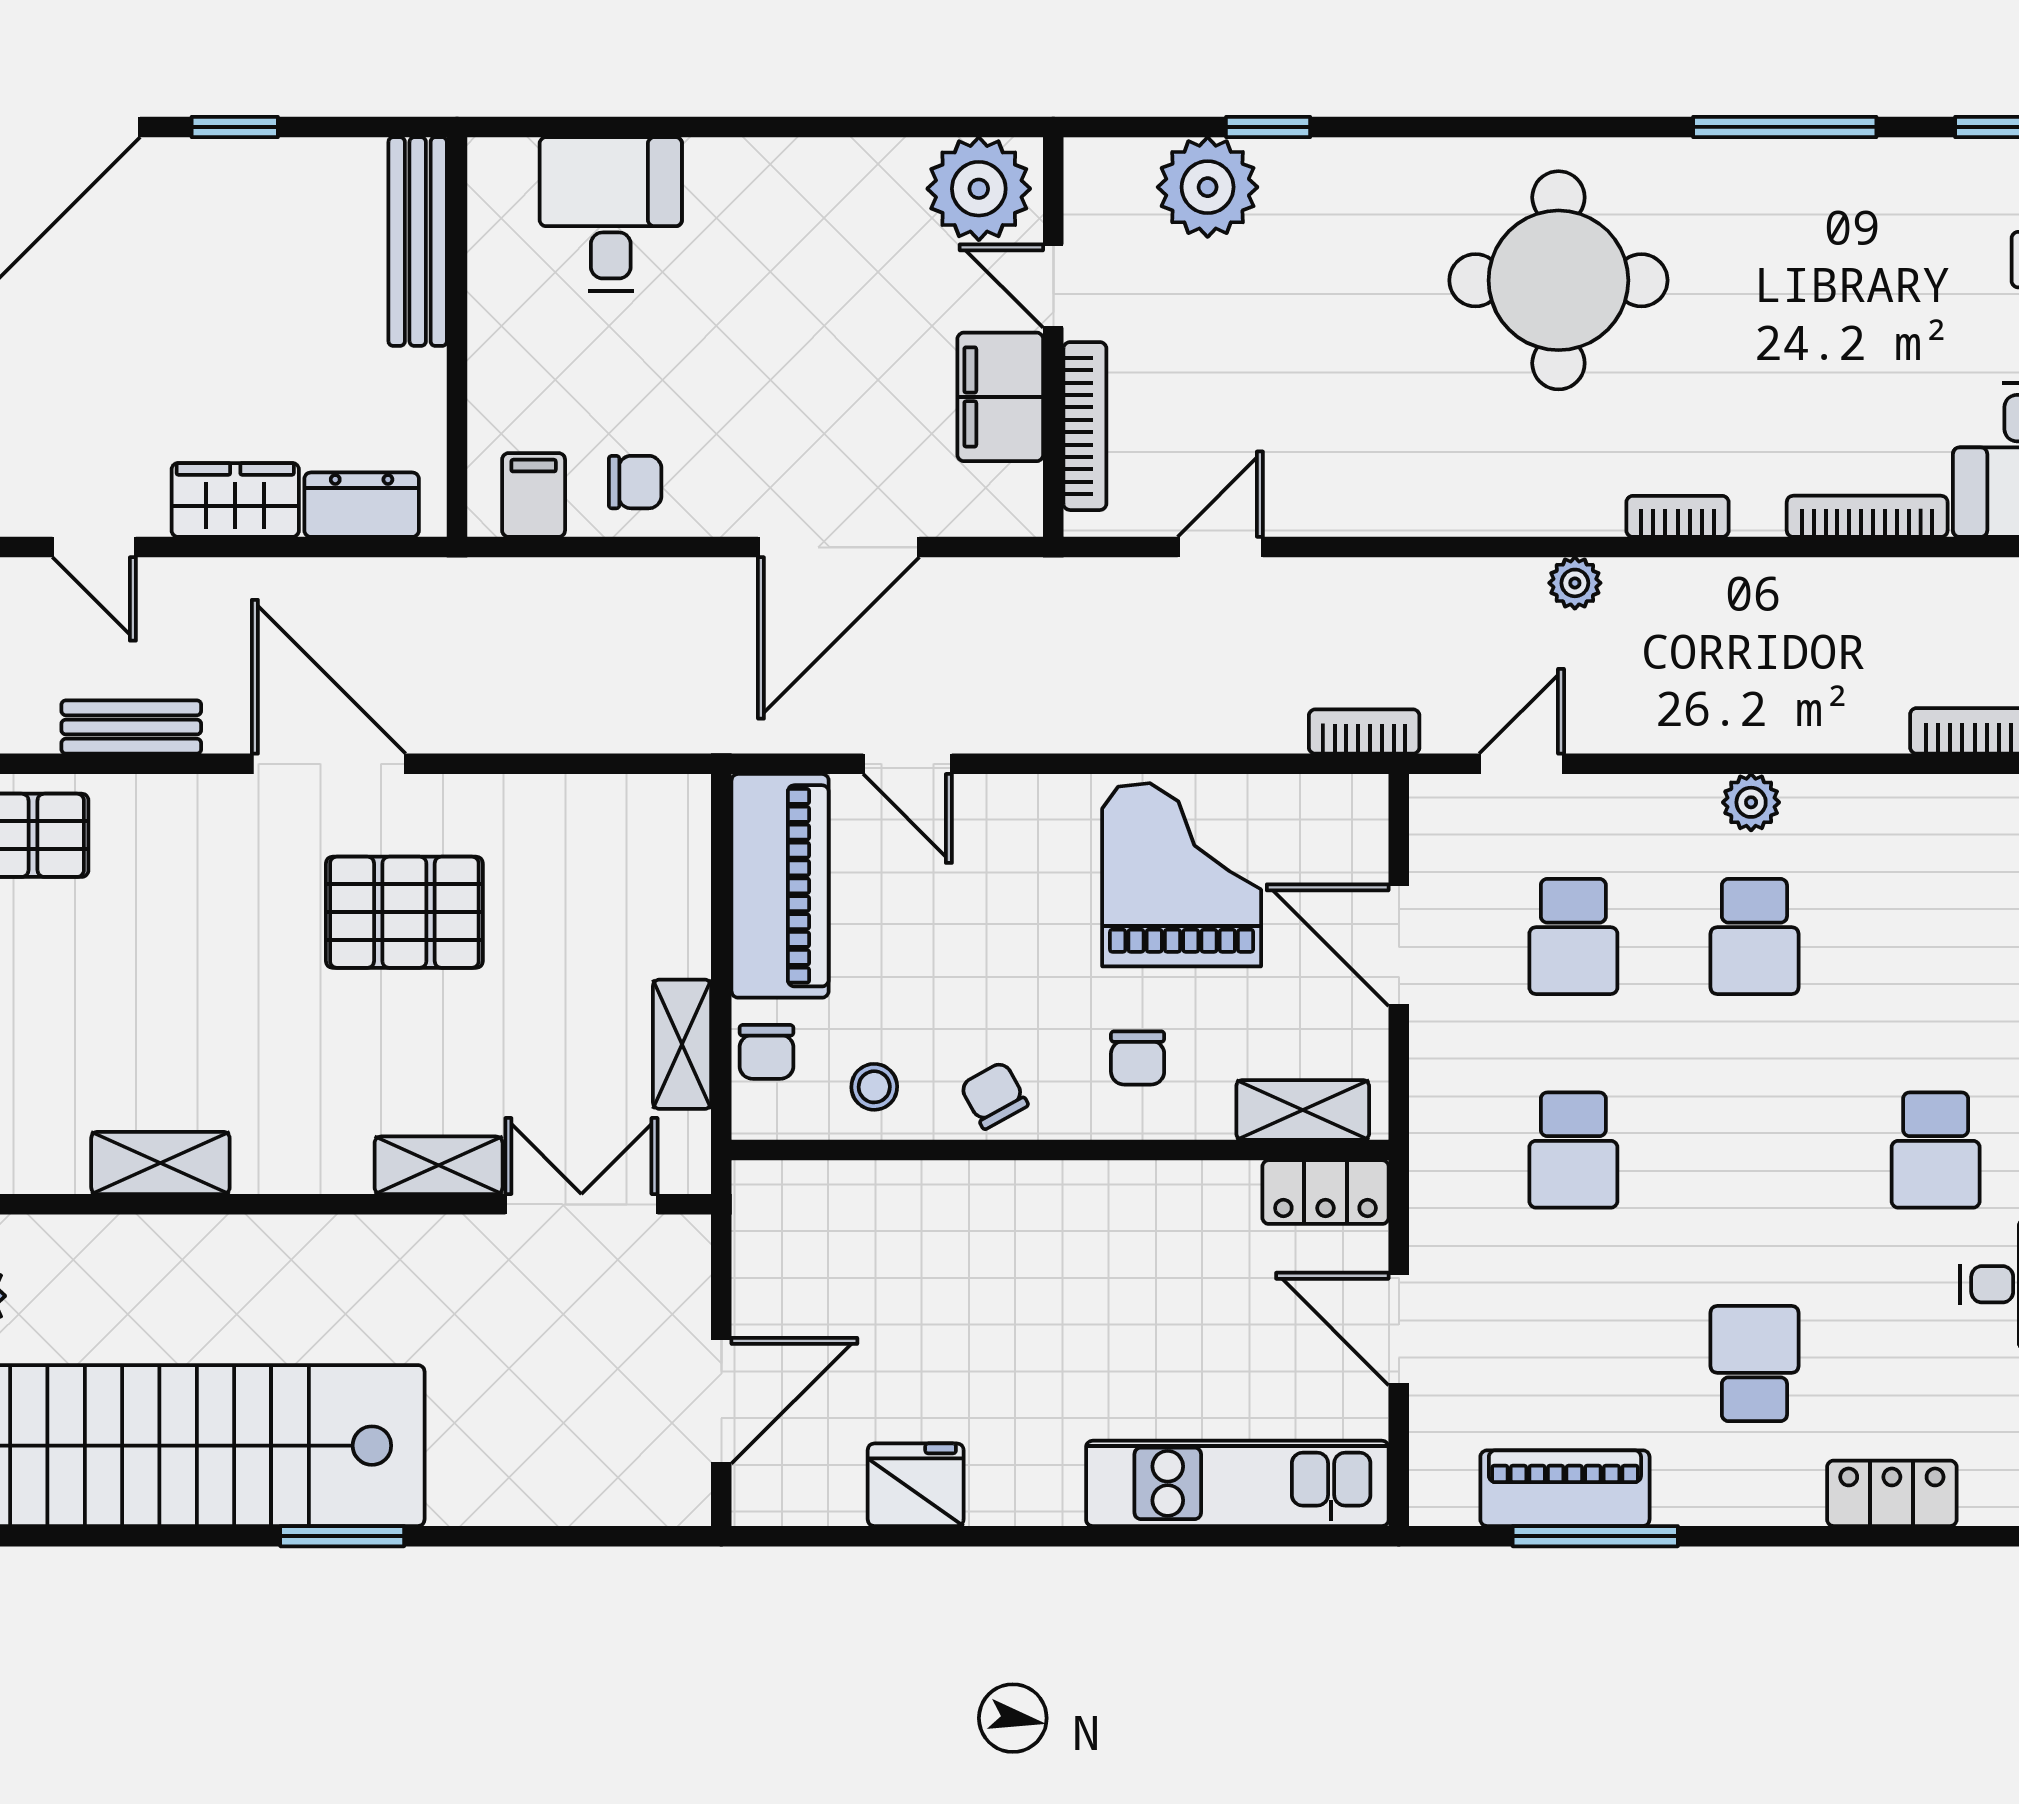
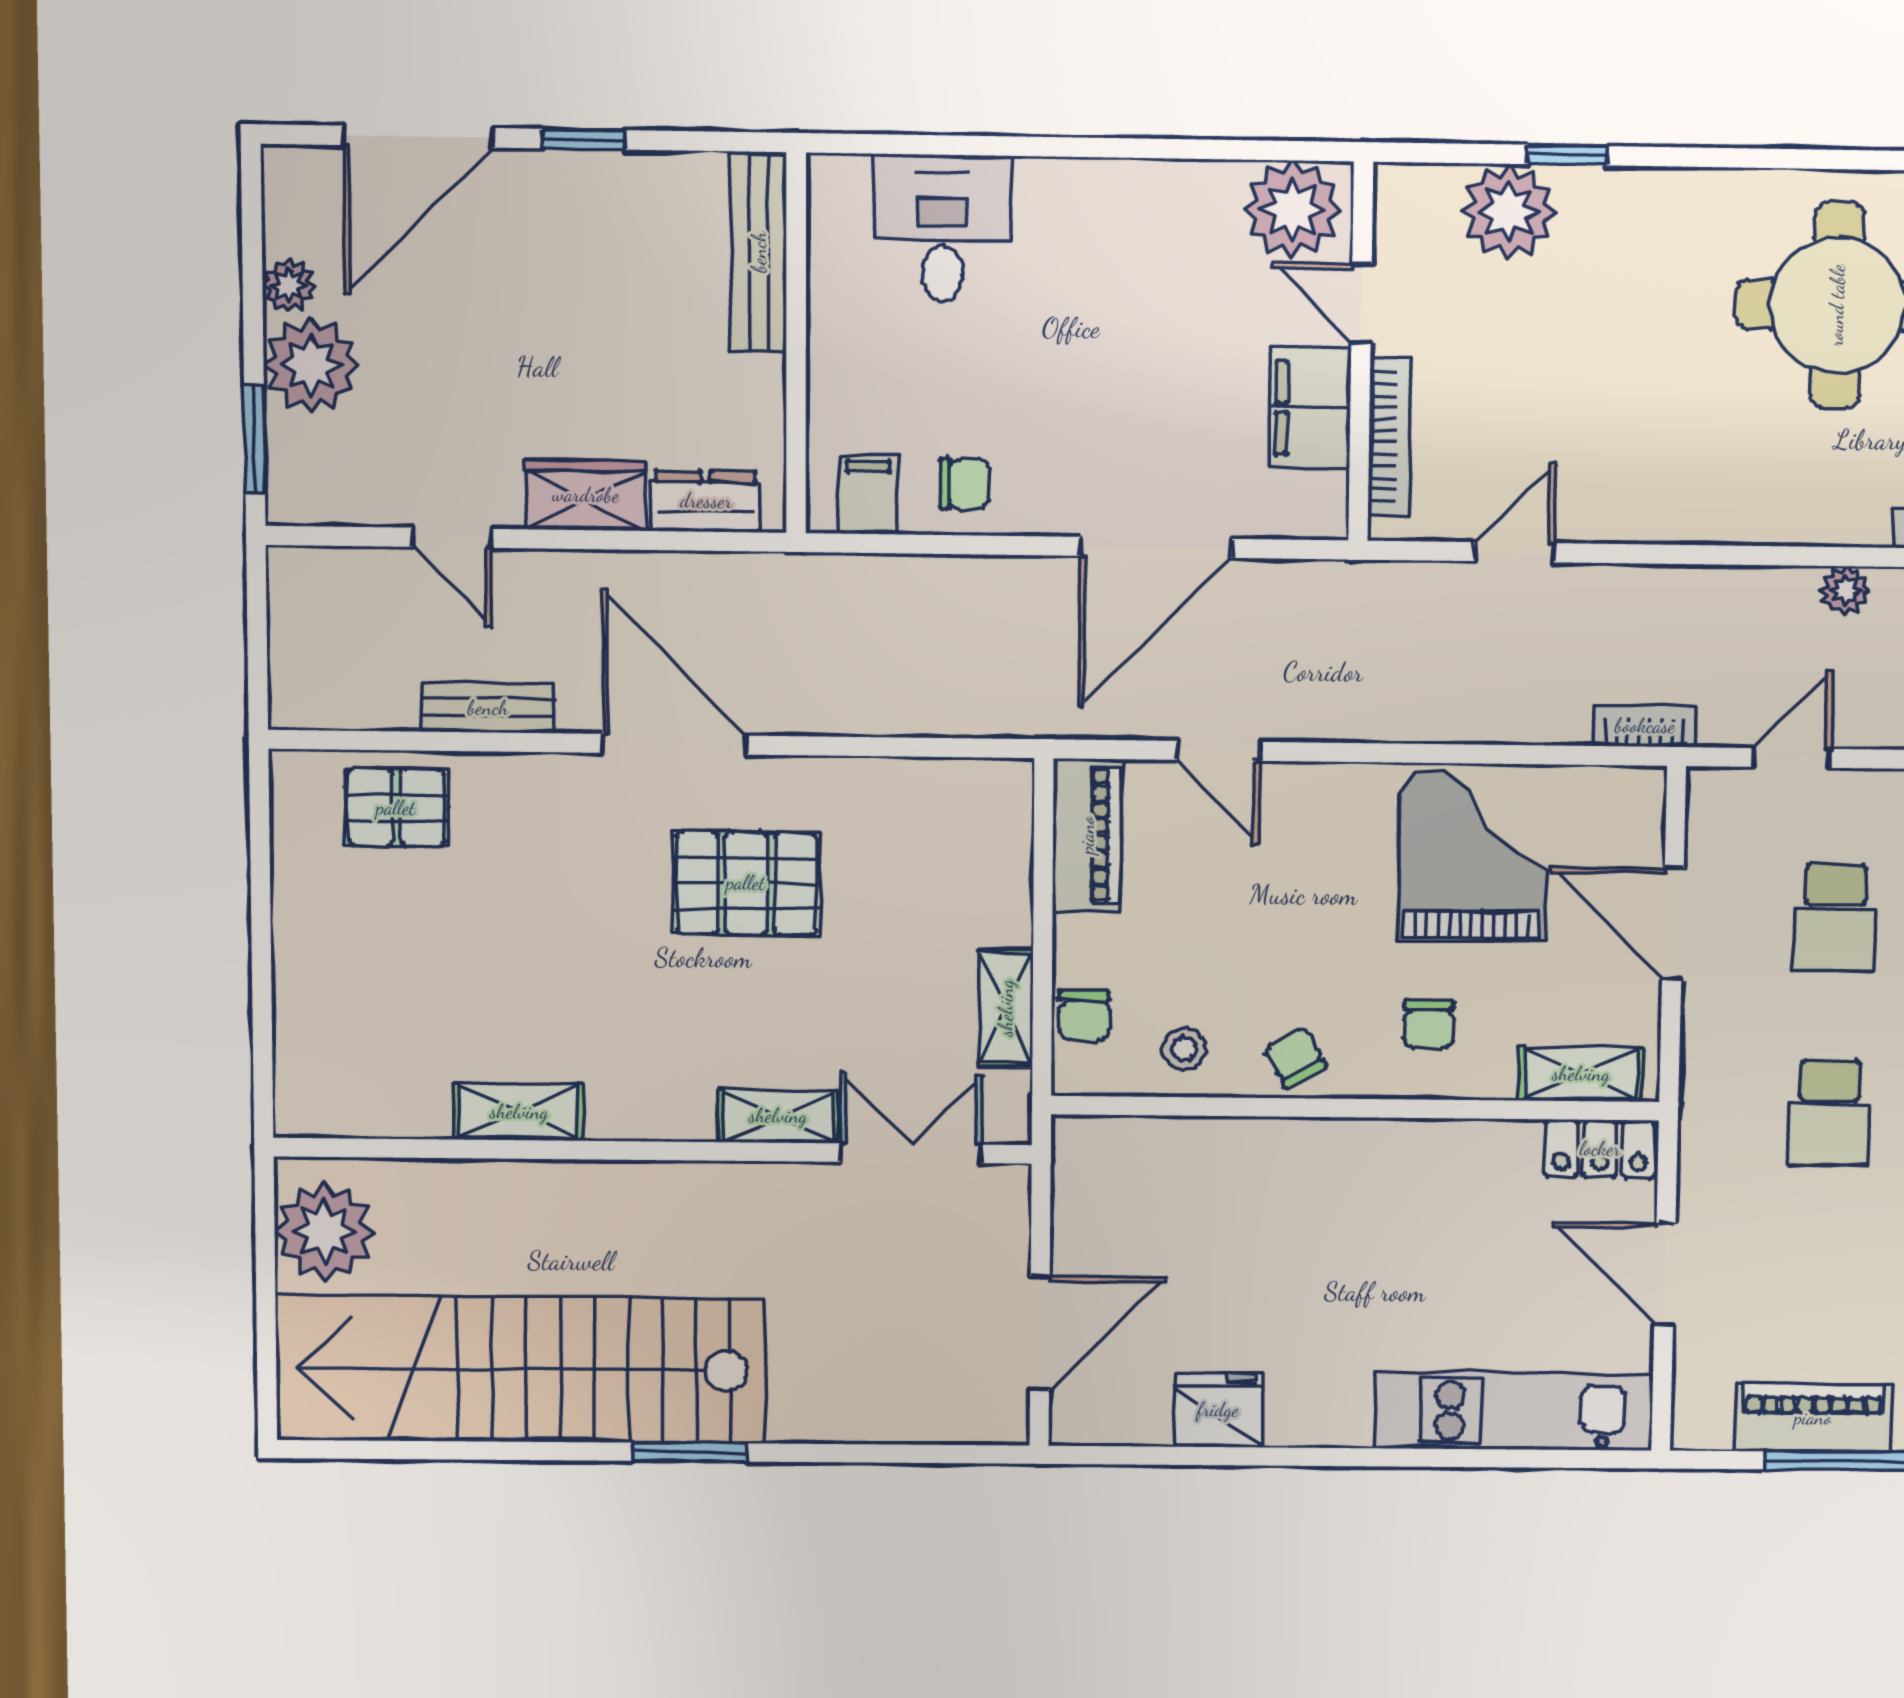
piano: (780, 886) -> (1087, 835), width x0.73, depth x0.75

